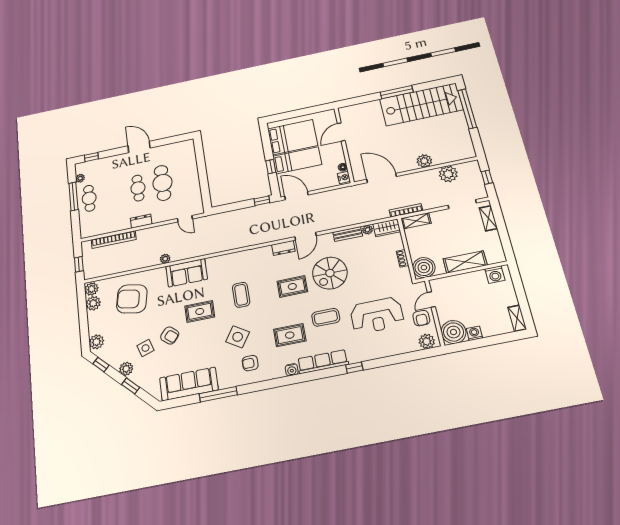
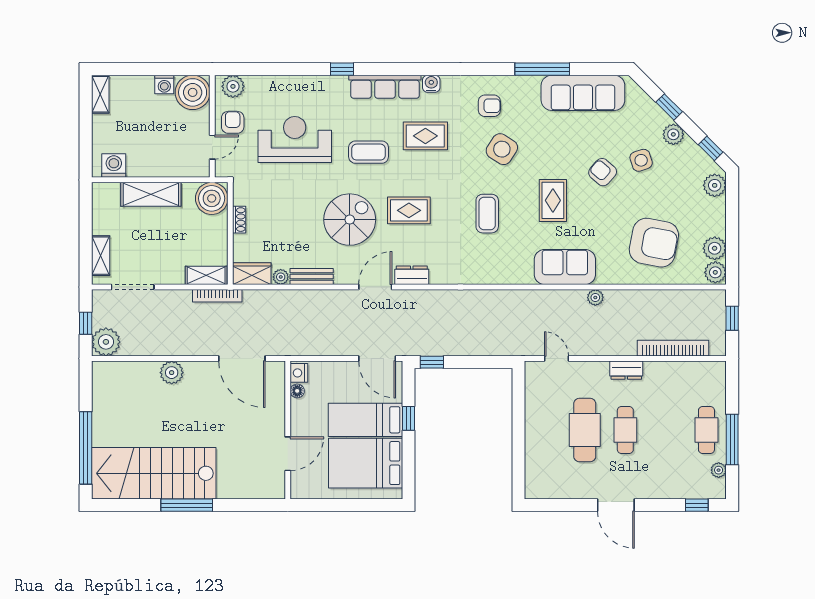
plant: (448, 174) -> (106, 342), moved
rug: (200, 311) -> (553, 200), turned 90

